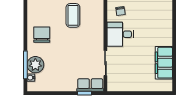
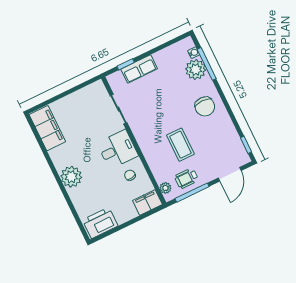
plant: (164, 31) -> (71, 177), added
filing cabinet: (164, 63) -> (47, 128), moved
row of seats: (90, 85) -> (139, 69), moved

